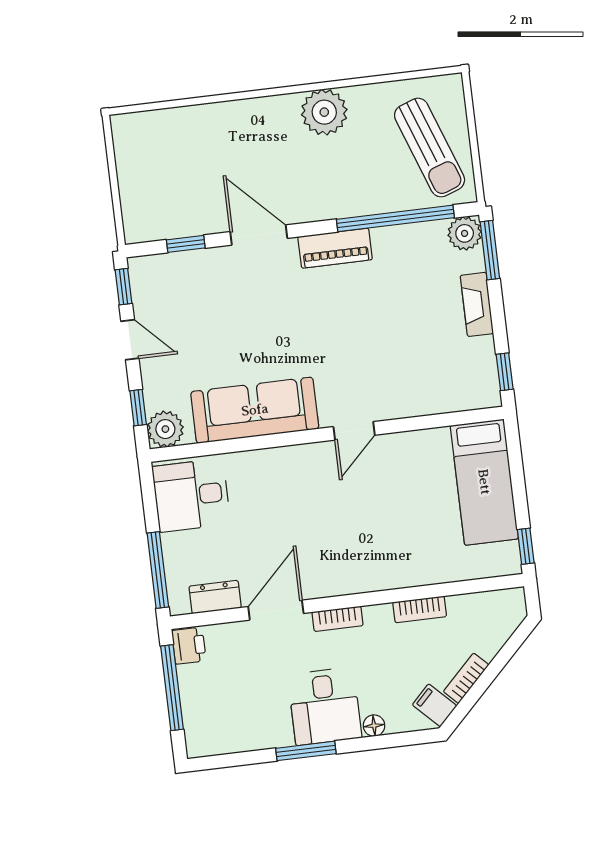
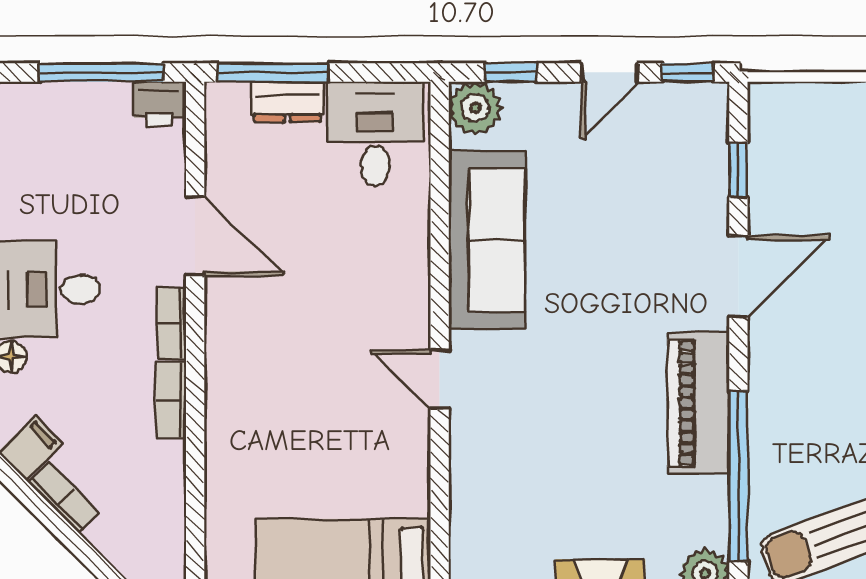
piano: (335, 248) -> (699, 403), width x1.37, depth x1.33
dresser: (215, 597) -> (287, 102), moved, turned 90
bookcase: (420, 609) -> (171, 400), moved

